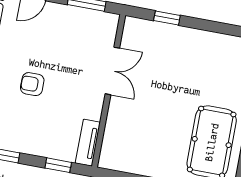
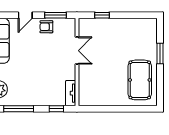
armchair: (32, 84) -> (46, 27), moved

